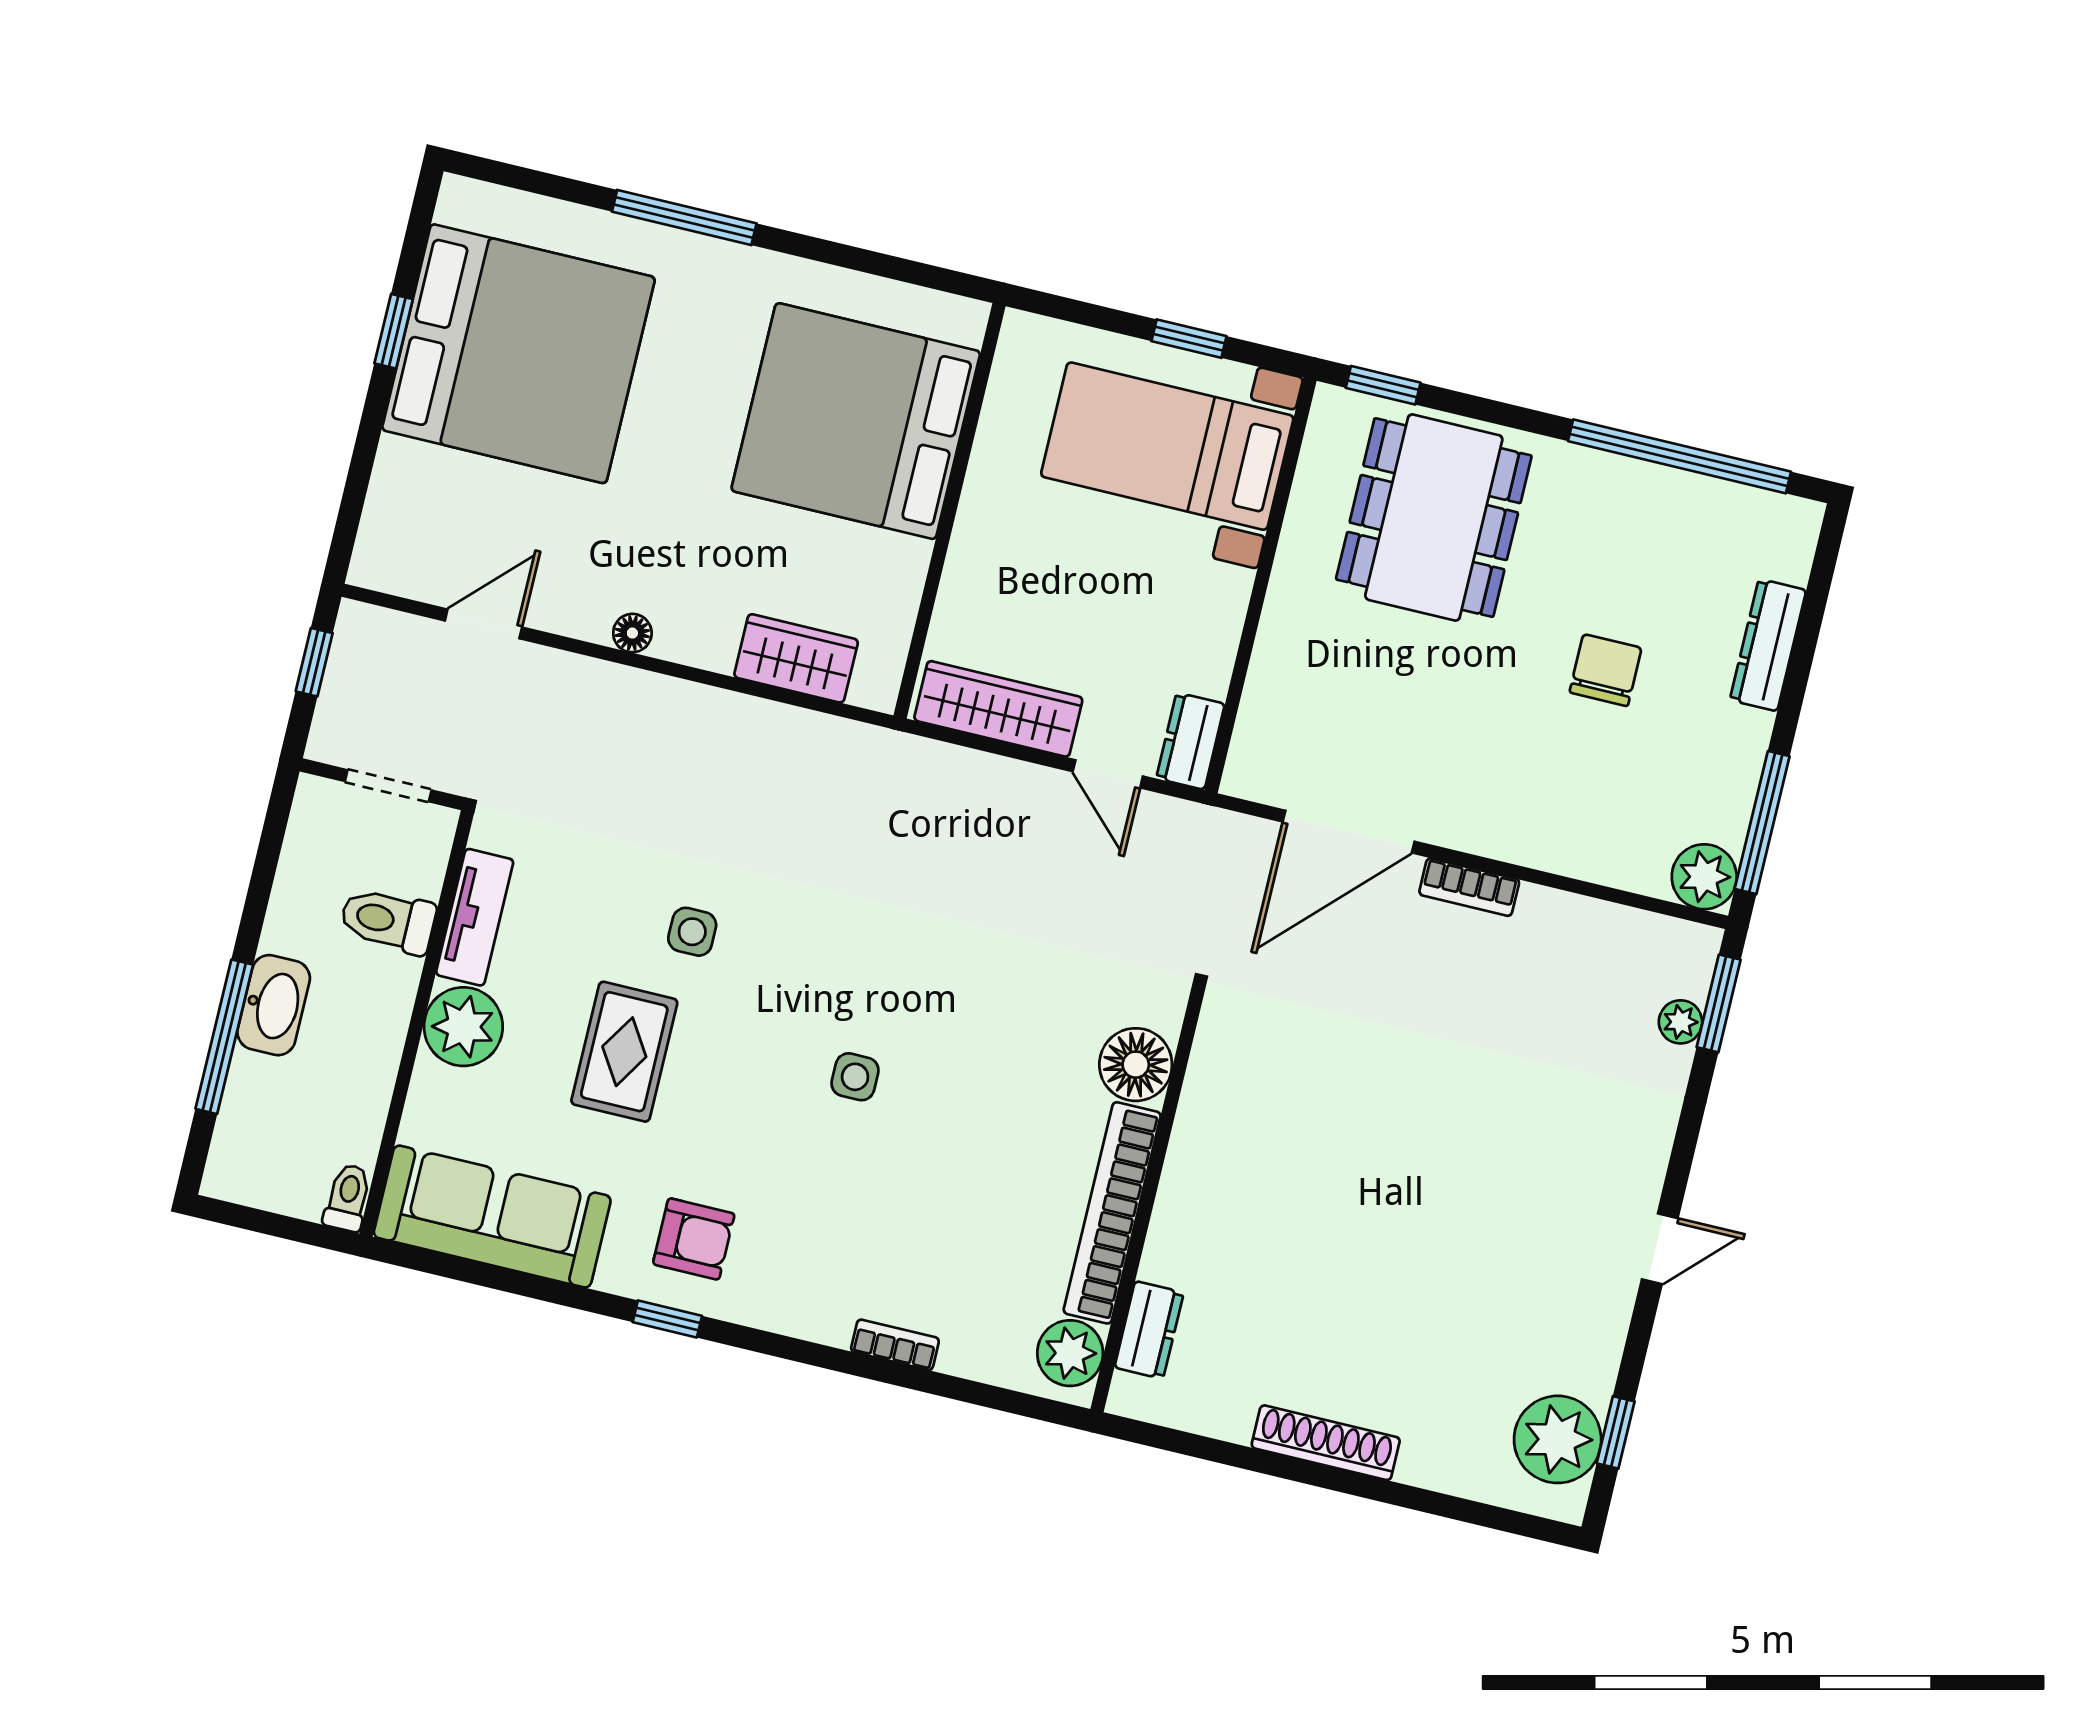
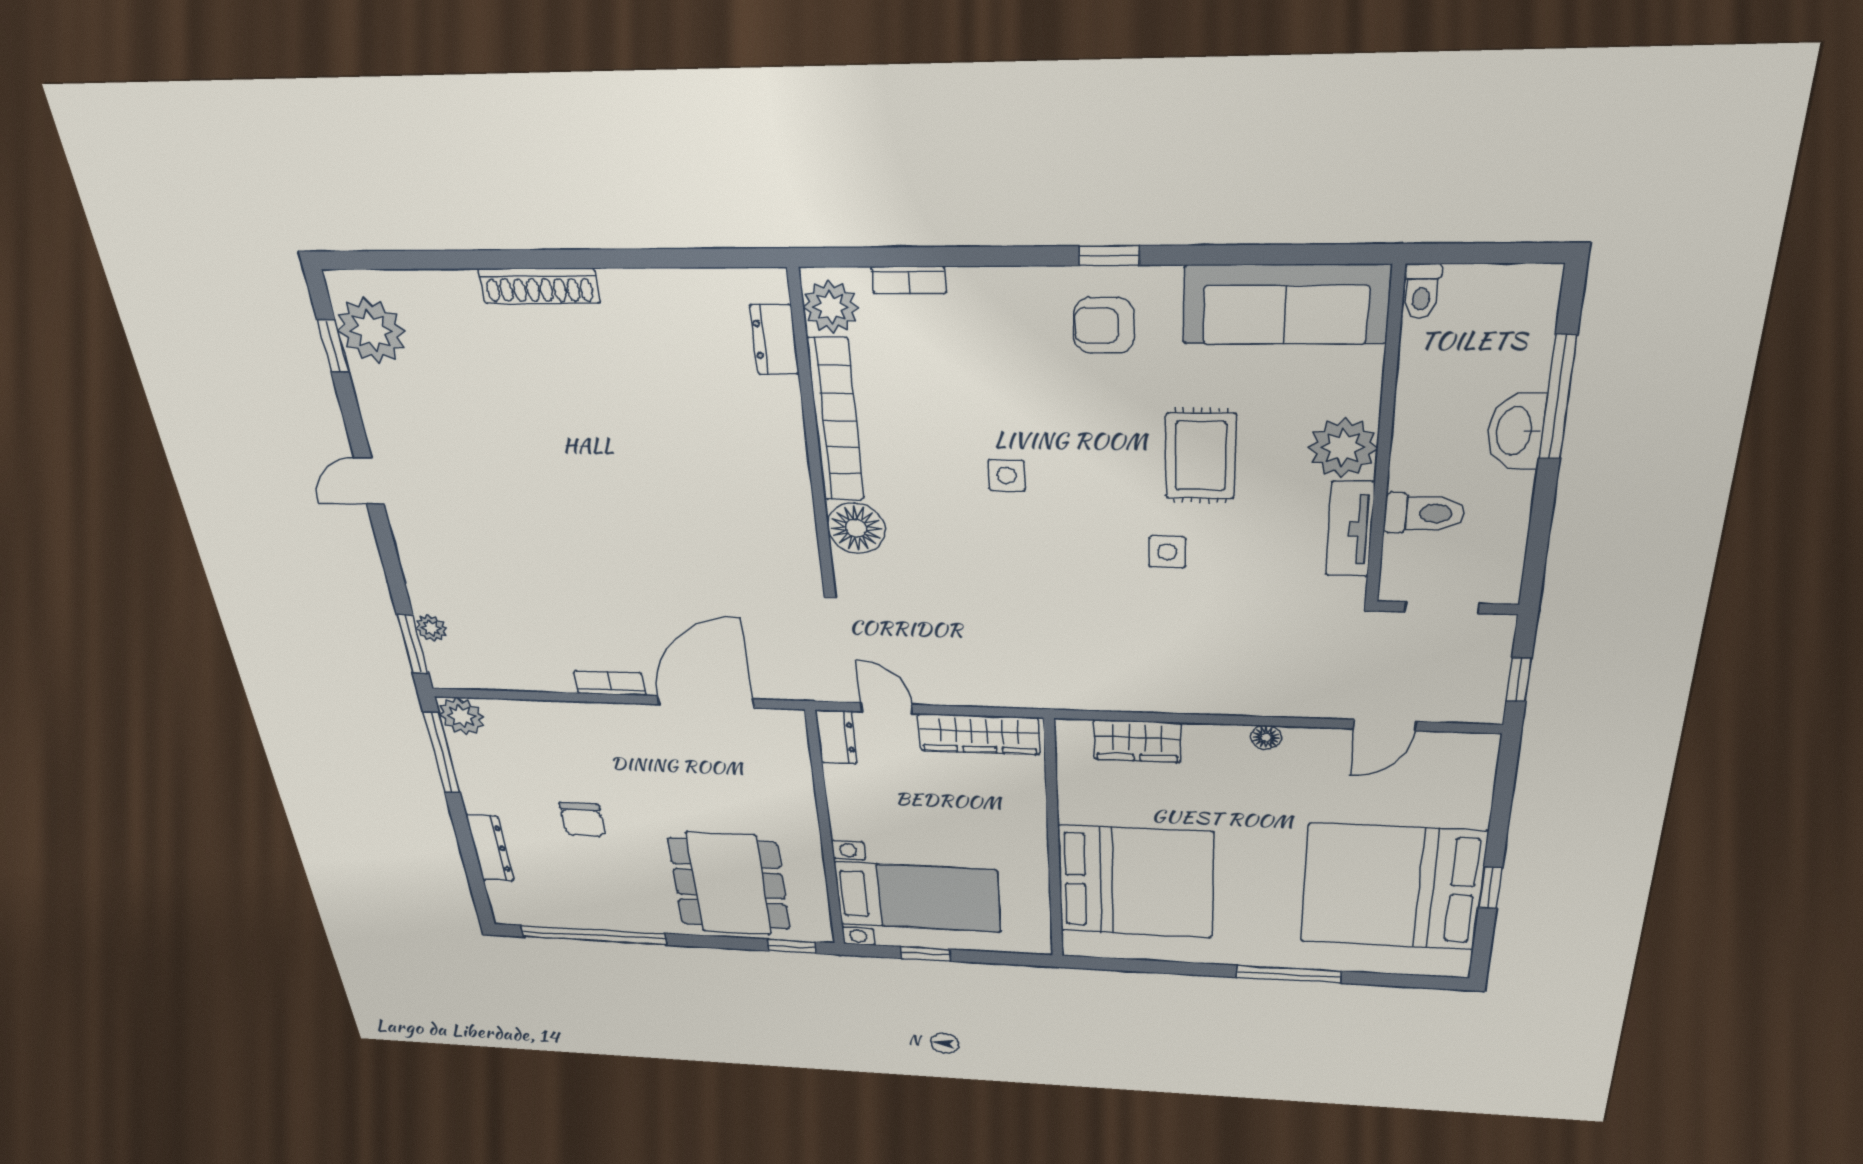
floor lamp: (1136, 1065) -> (856, 528), moved
wall: (1148, 1199) -> (812, 436), moved
bookcase: (1112, 1213) -> (836, 420), moved
dresser: (1149, 1330) -> (774, 340), moved
plant: (1070, 1353) -> (831, 307), moved

